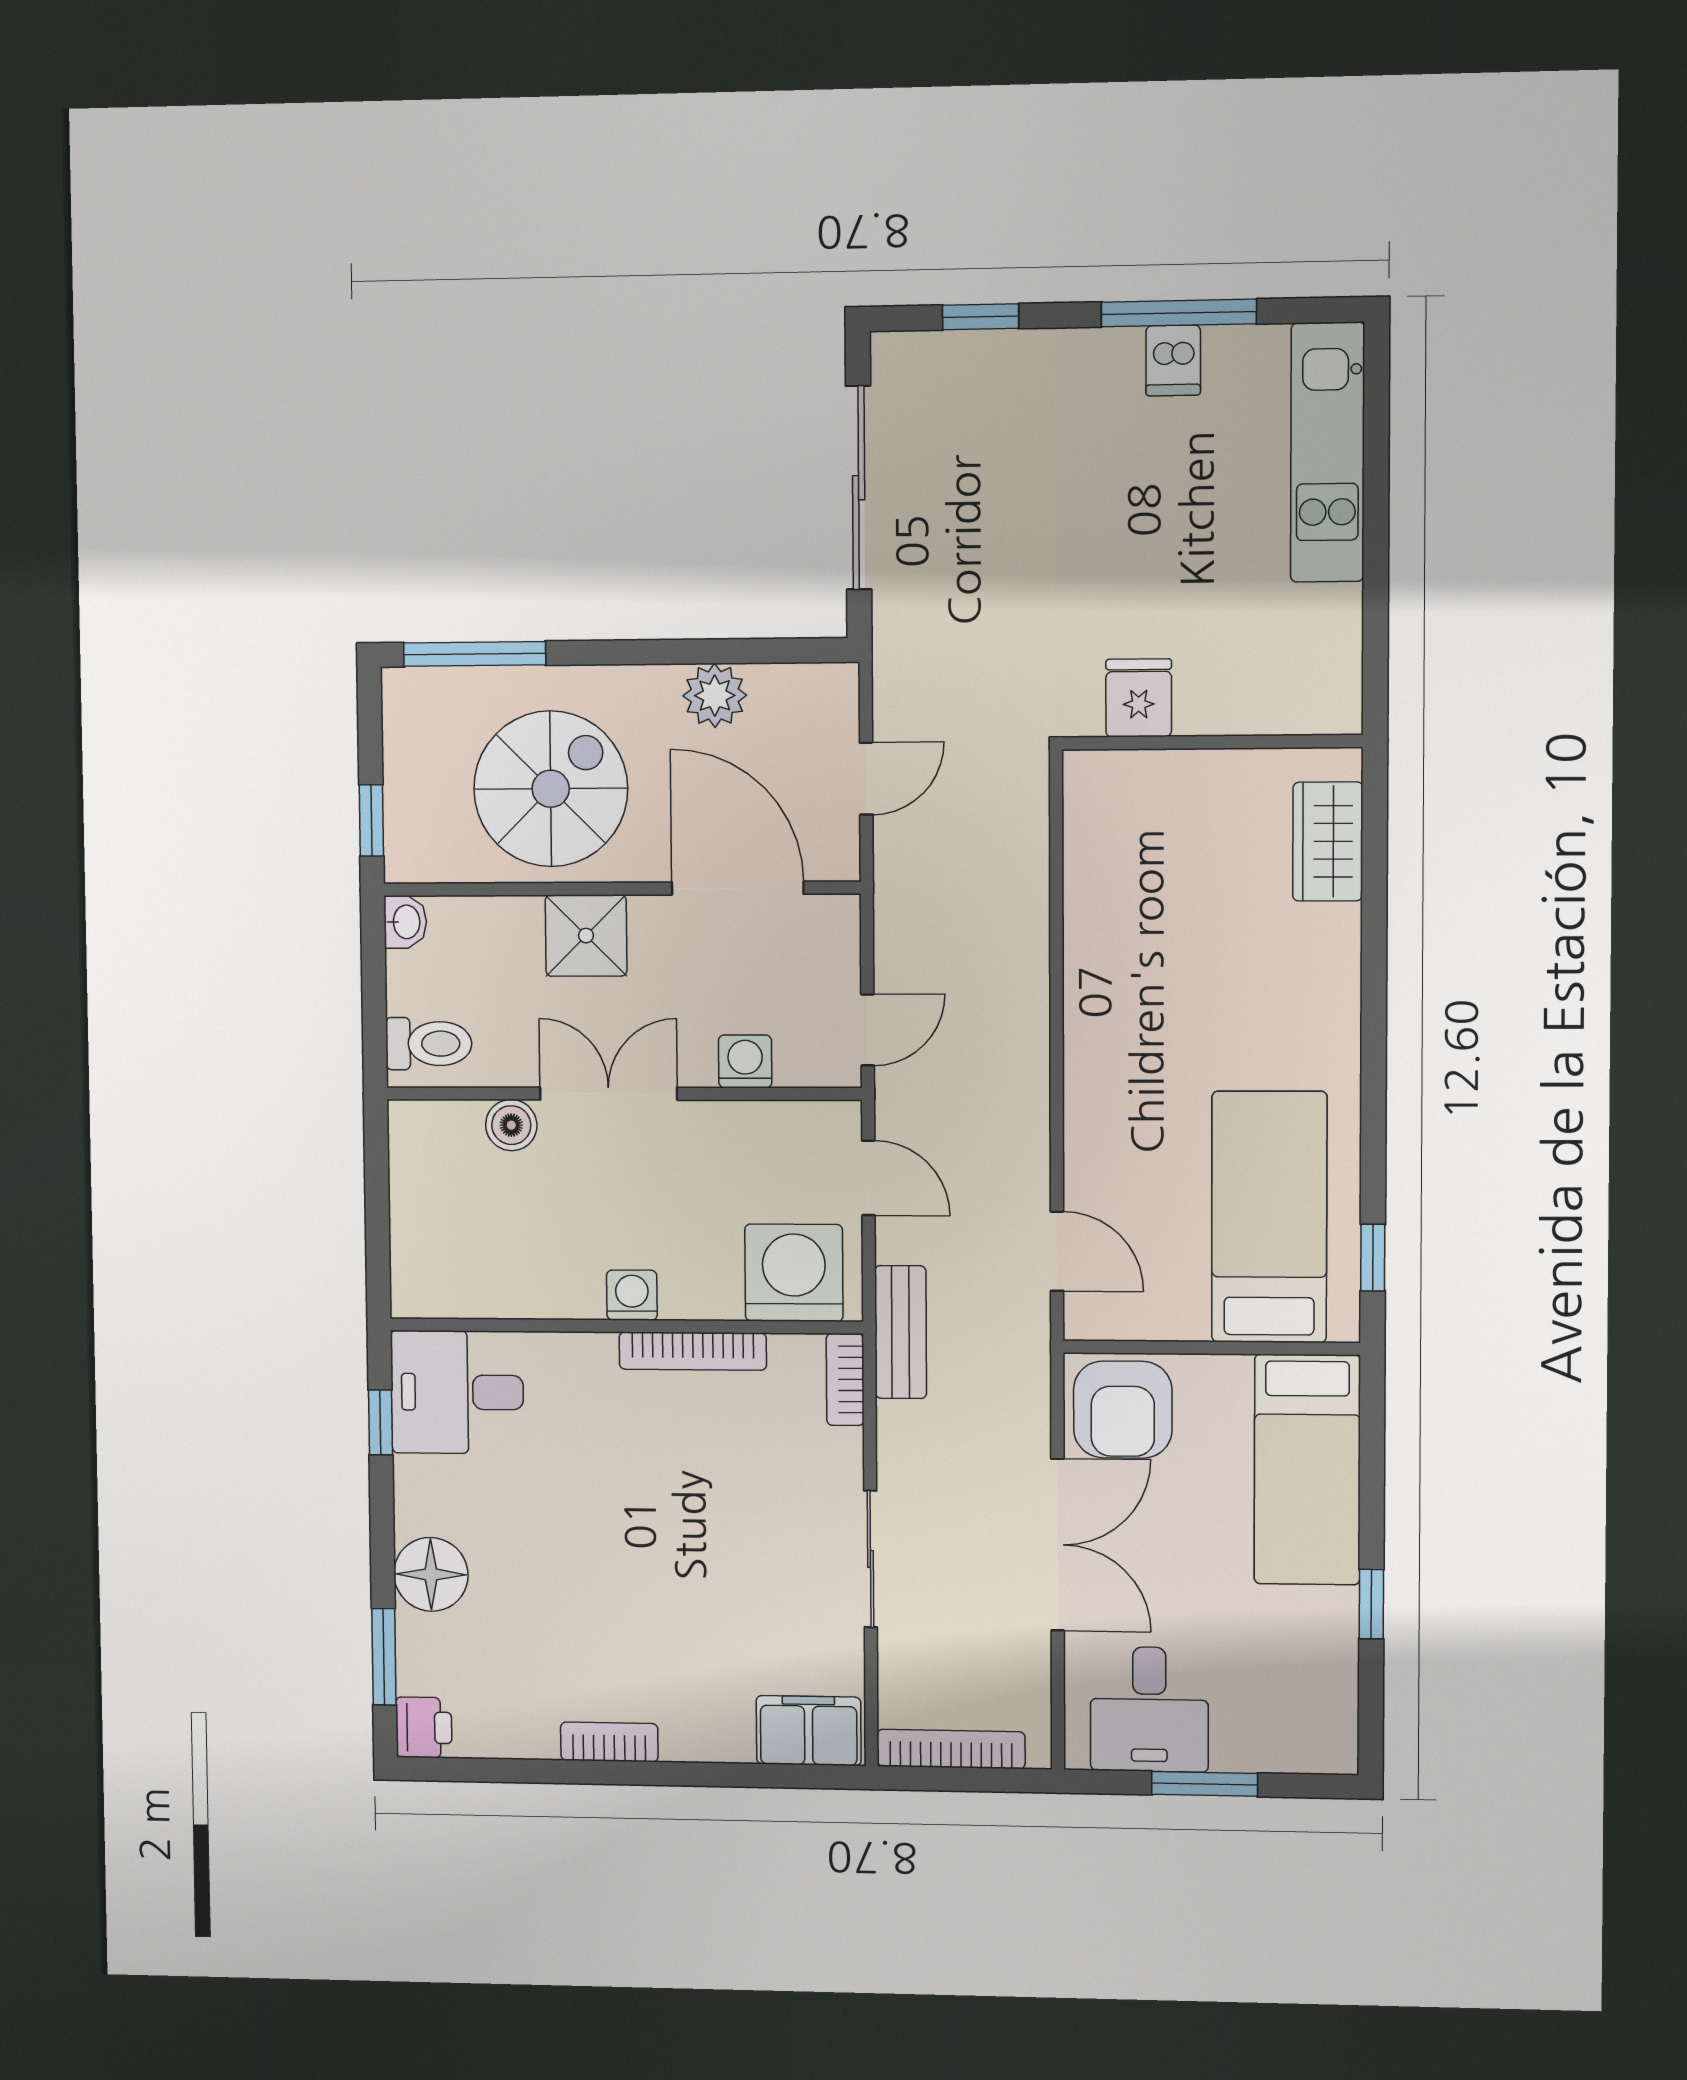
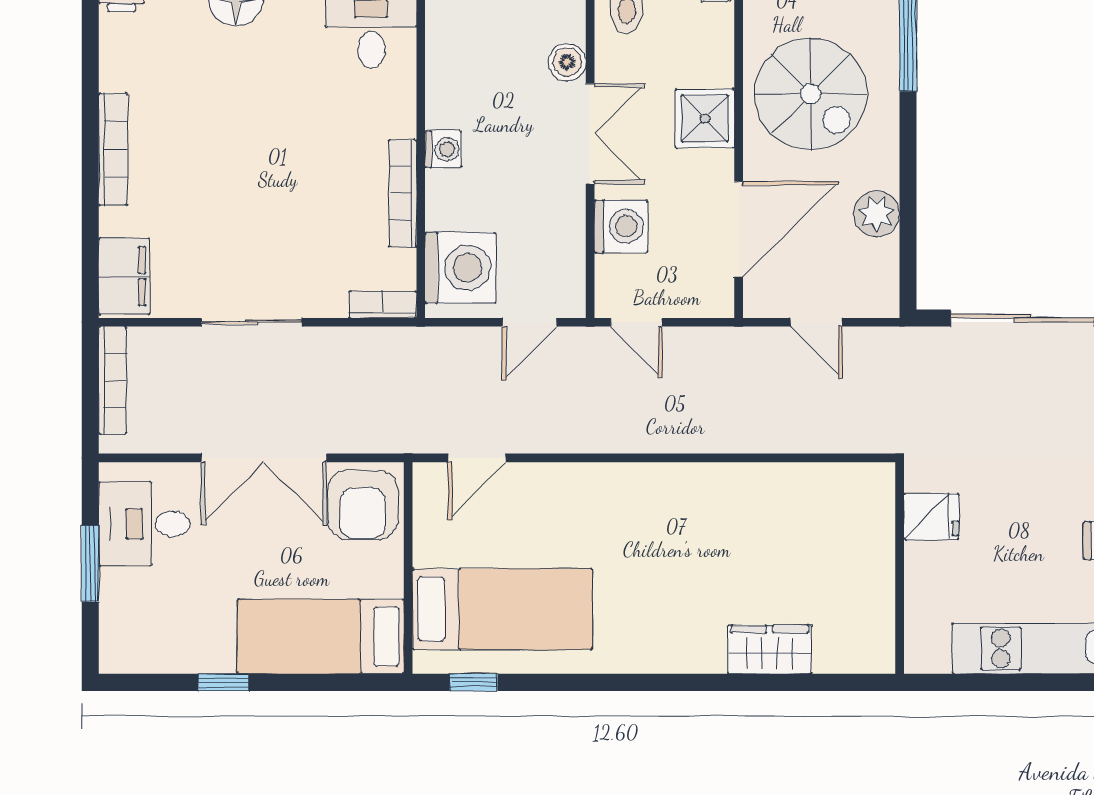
fridge: (1139, 698) -> (931, 516), moved
wall: (1212, 742) -> (900, 568), moved
washing machine: (745, 1061) -> (621, 226), width x1.38, depth x1.38
bench: (901, 1332) -> (418, 345), removed
armchair: (1123, 1410) -> (363, 505), turned -90
bookcase: (609, 1742) -> (113, 149), width x1.56

